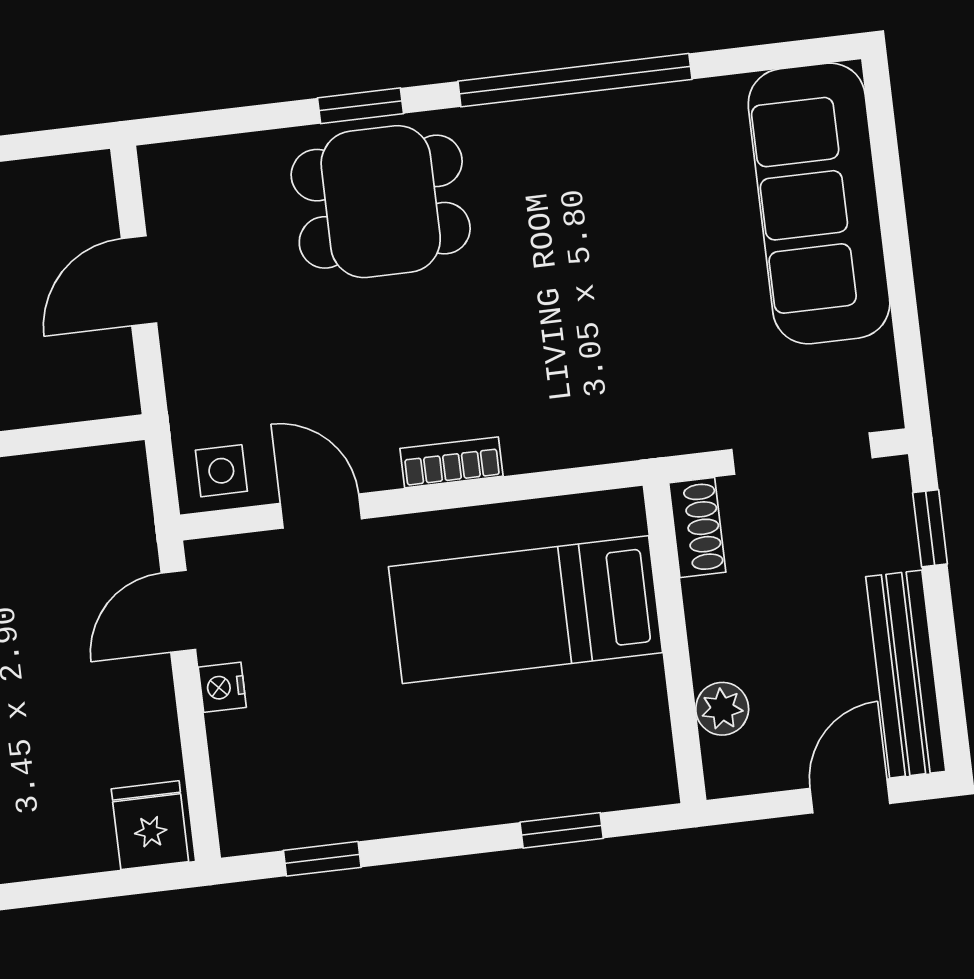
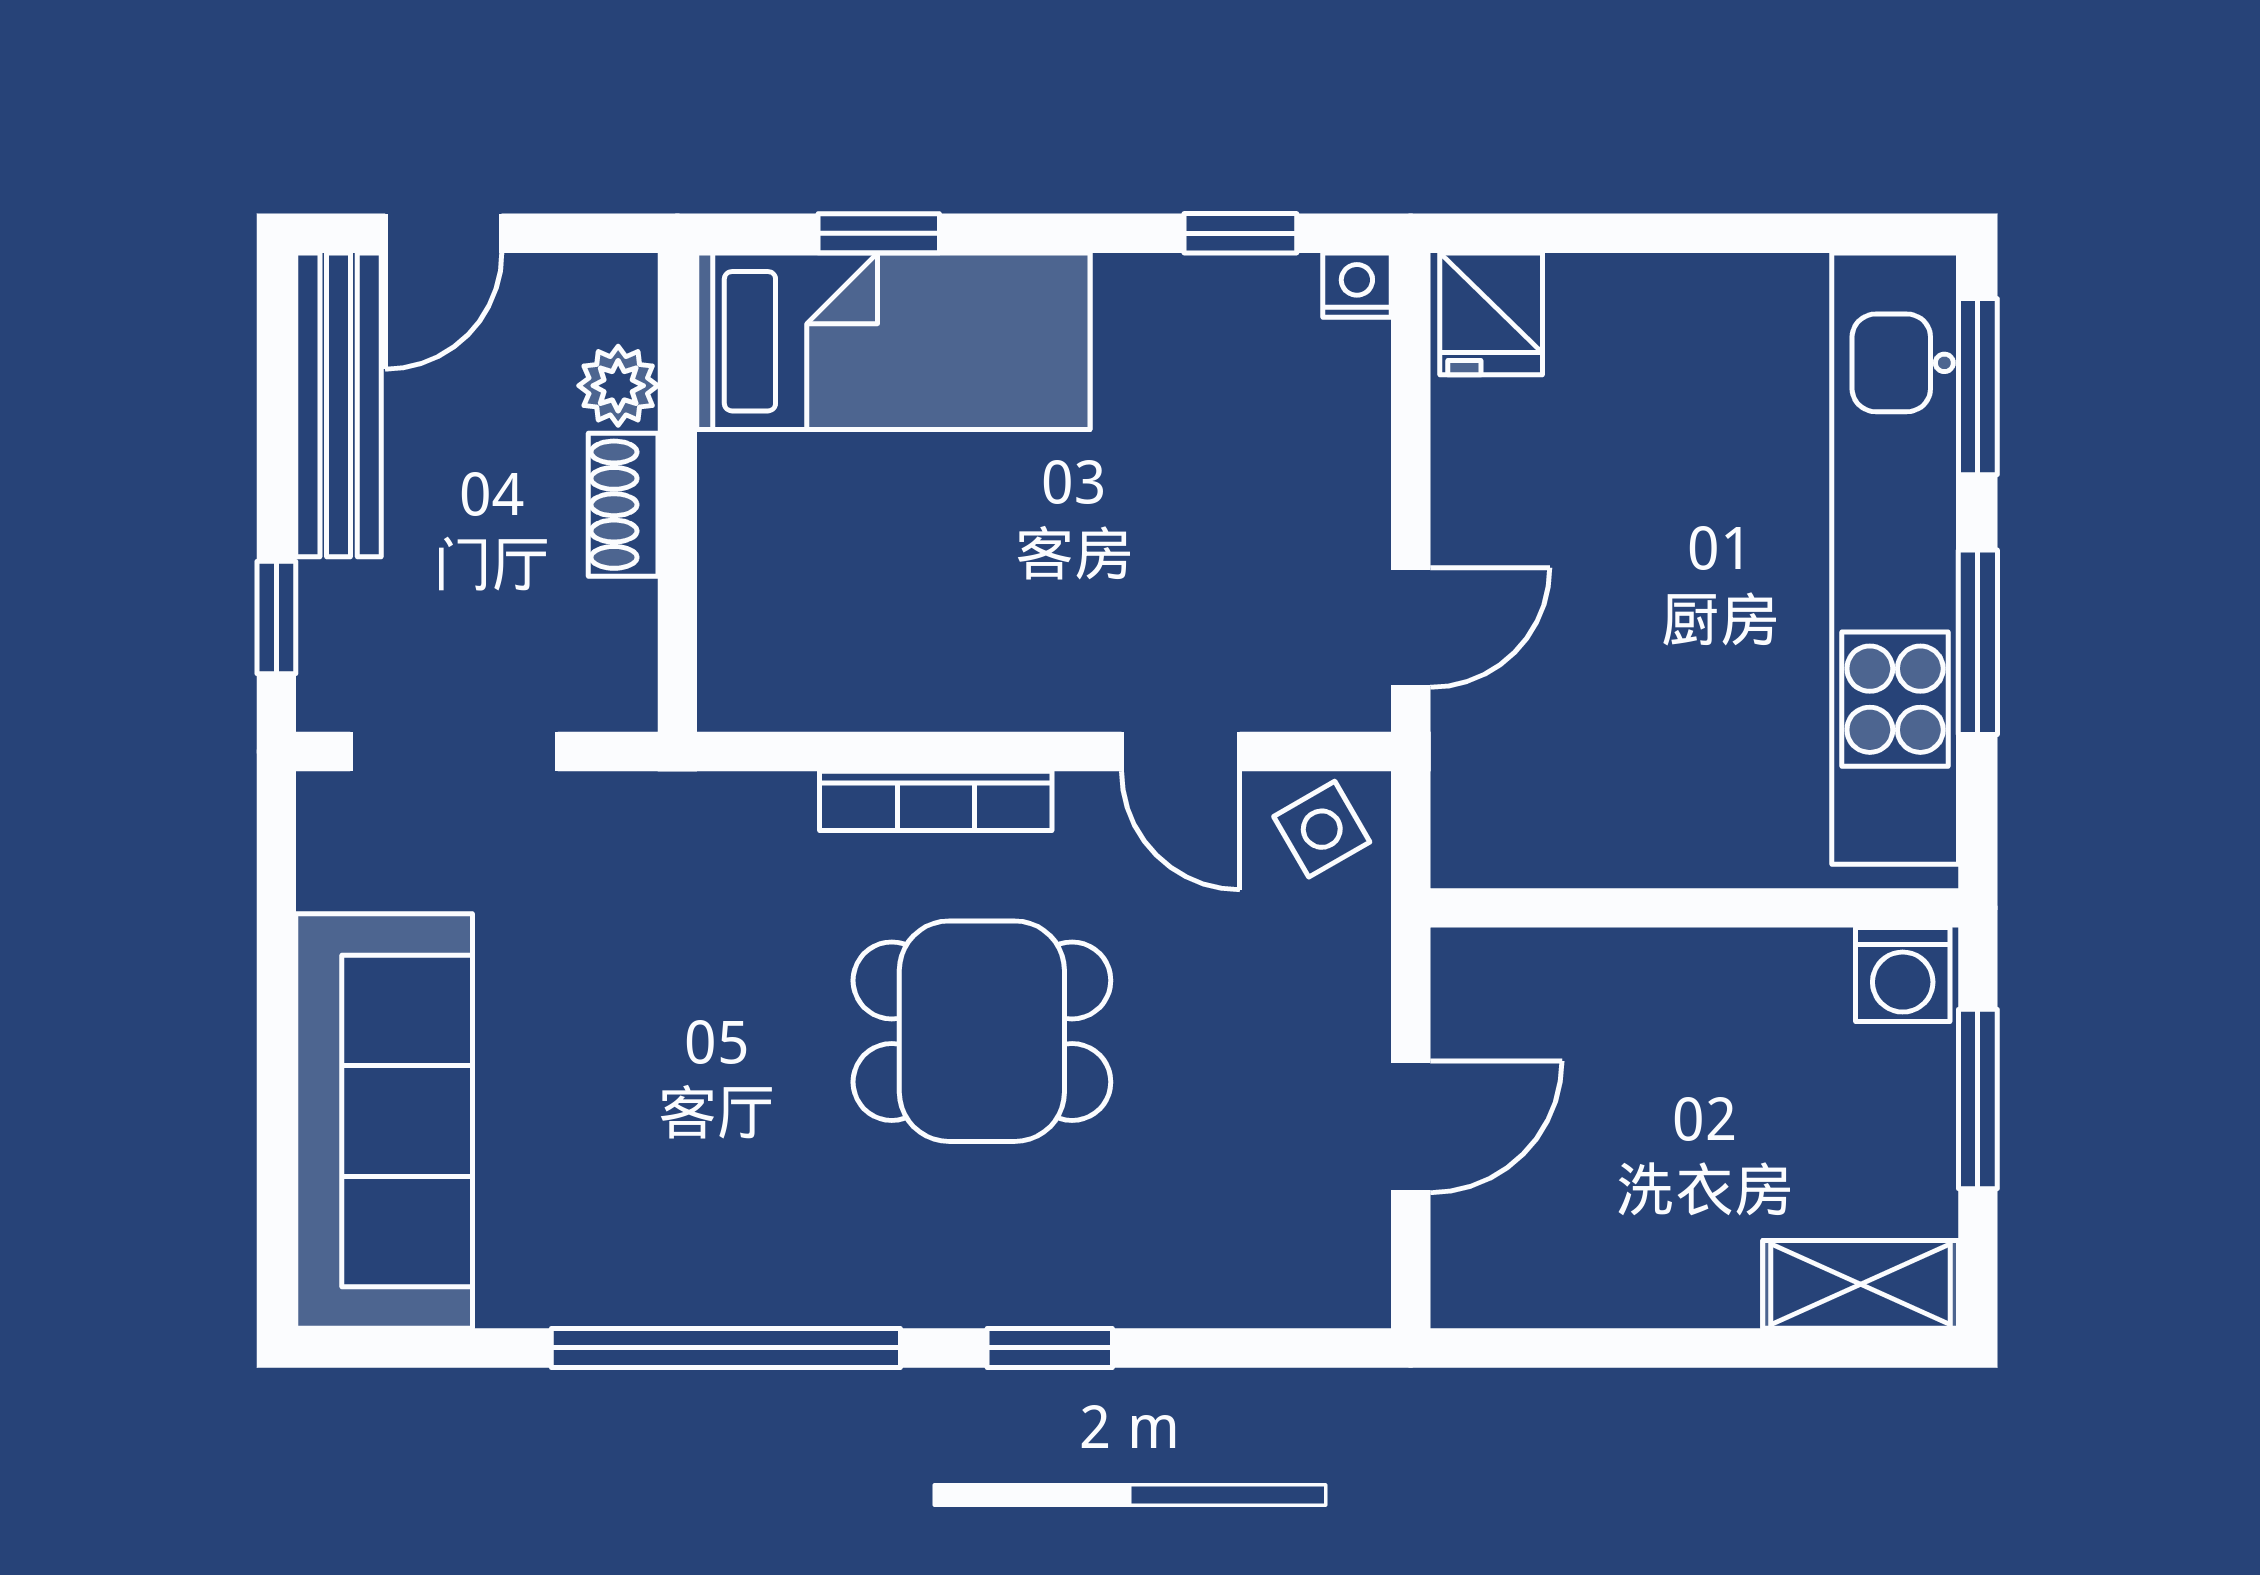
dining table: (381, 202) -> (982, 1031), moved
bookcase: (451, 462) -> (936, 801), width x1.56
side table: (221, 471) -> (1322, 829), turned -30
shoe rack: (697, 528) -> (623, 505), moved
bed: (526, 610) -> (893, 341), moved
nightstand: (222, 687) -> (1357, 285), moved, turned -90

